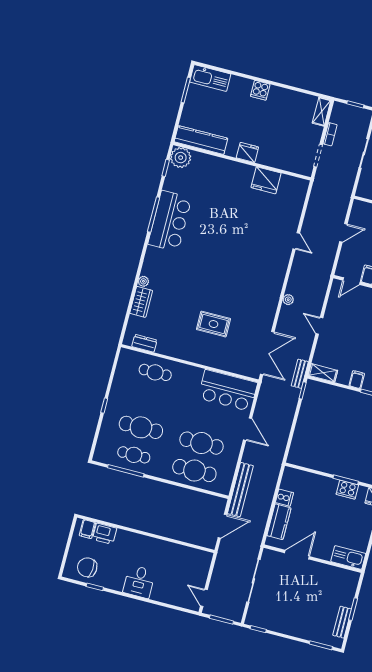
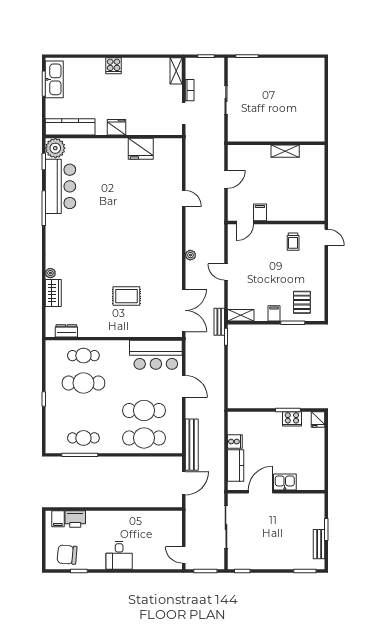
kitchen sink: (210, 78) -> (54, 79), moved, turned -90
bar counter: (170, 221) -> (60, 186), moved
cafe table: (141, 427) -> (83, 383), moved
kitchen sink: (348, 557) -> (285, 482), moved, width x0.73

